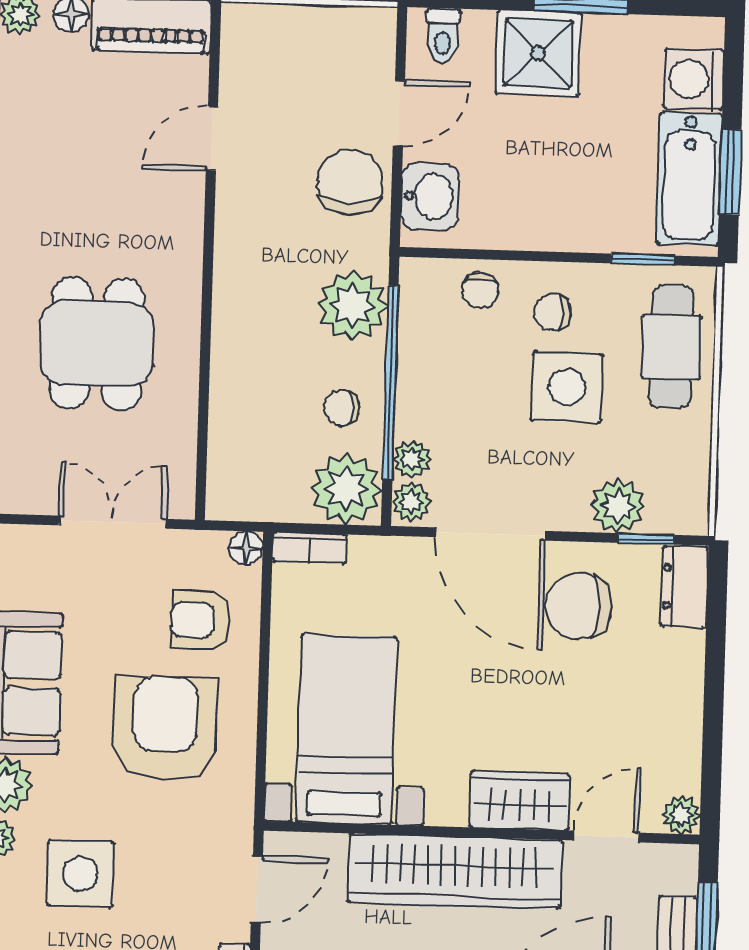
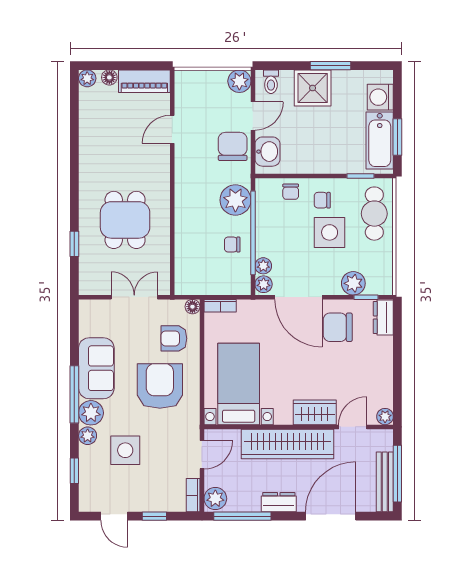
plant: (346, 489) -> (239, 81), moved, width x0.73, depth x0.73

